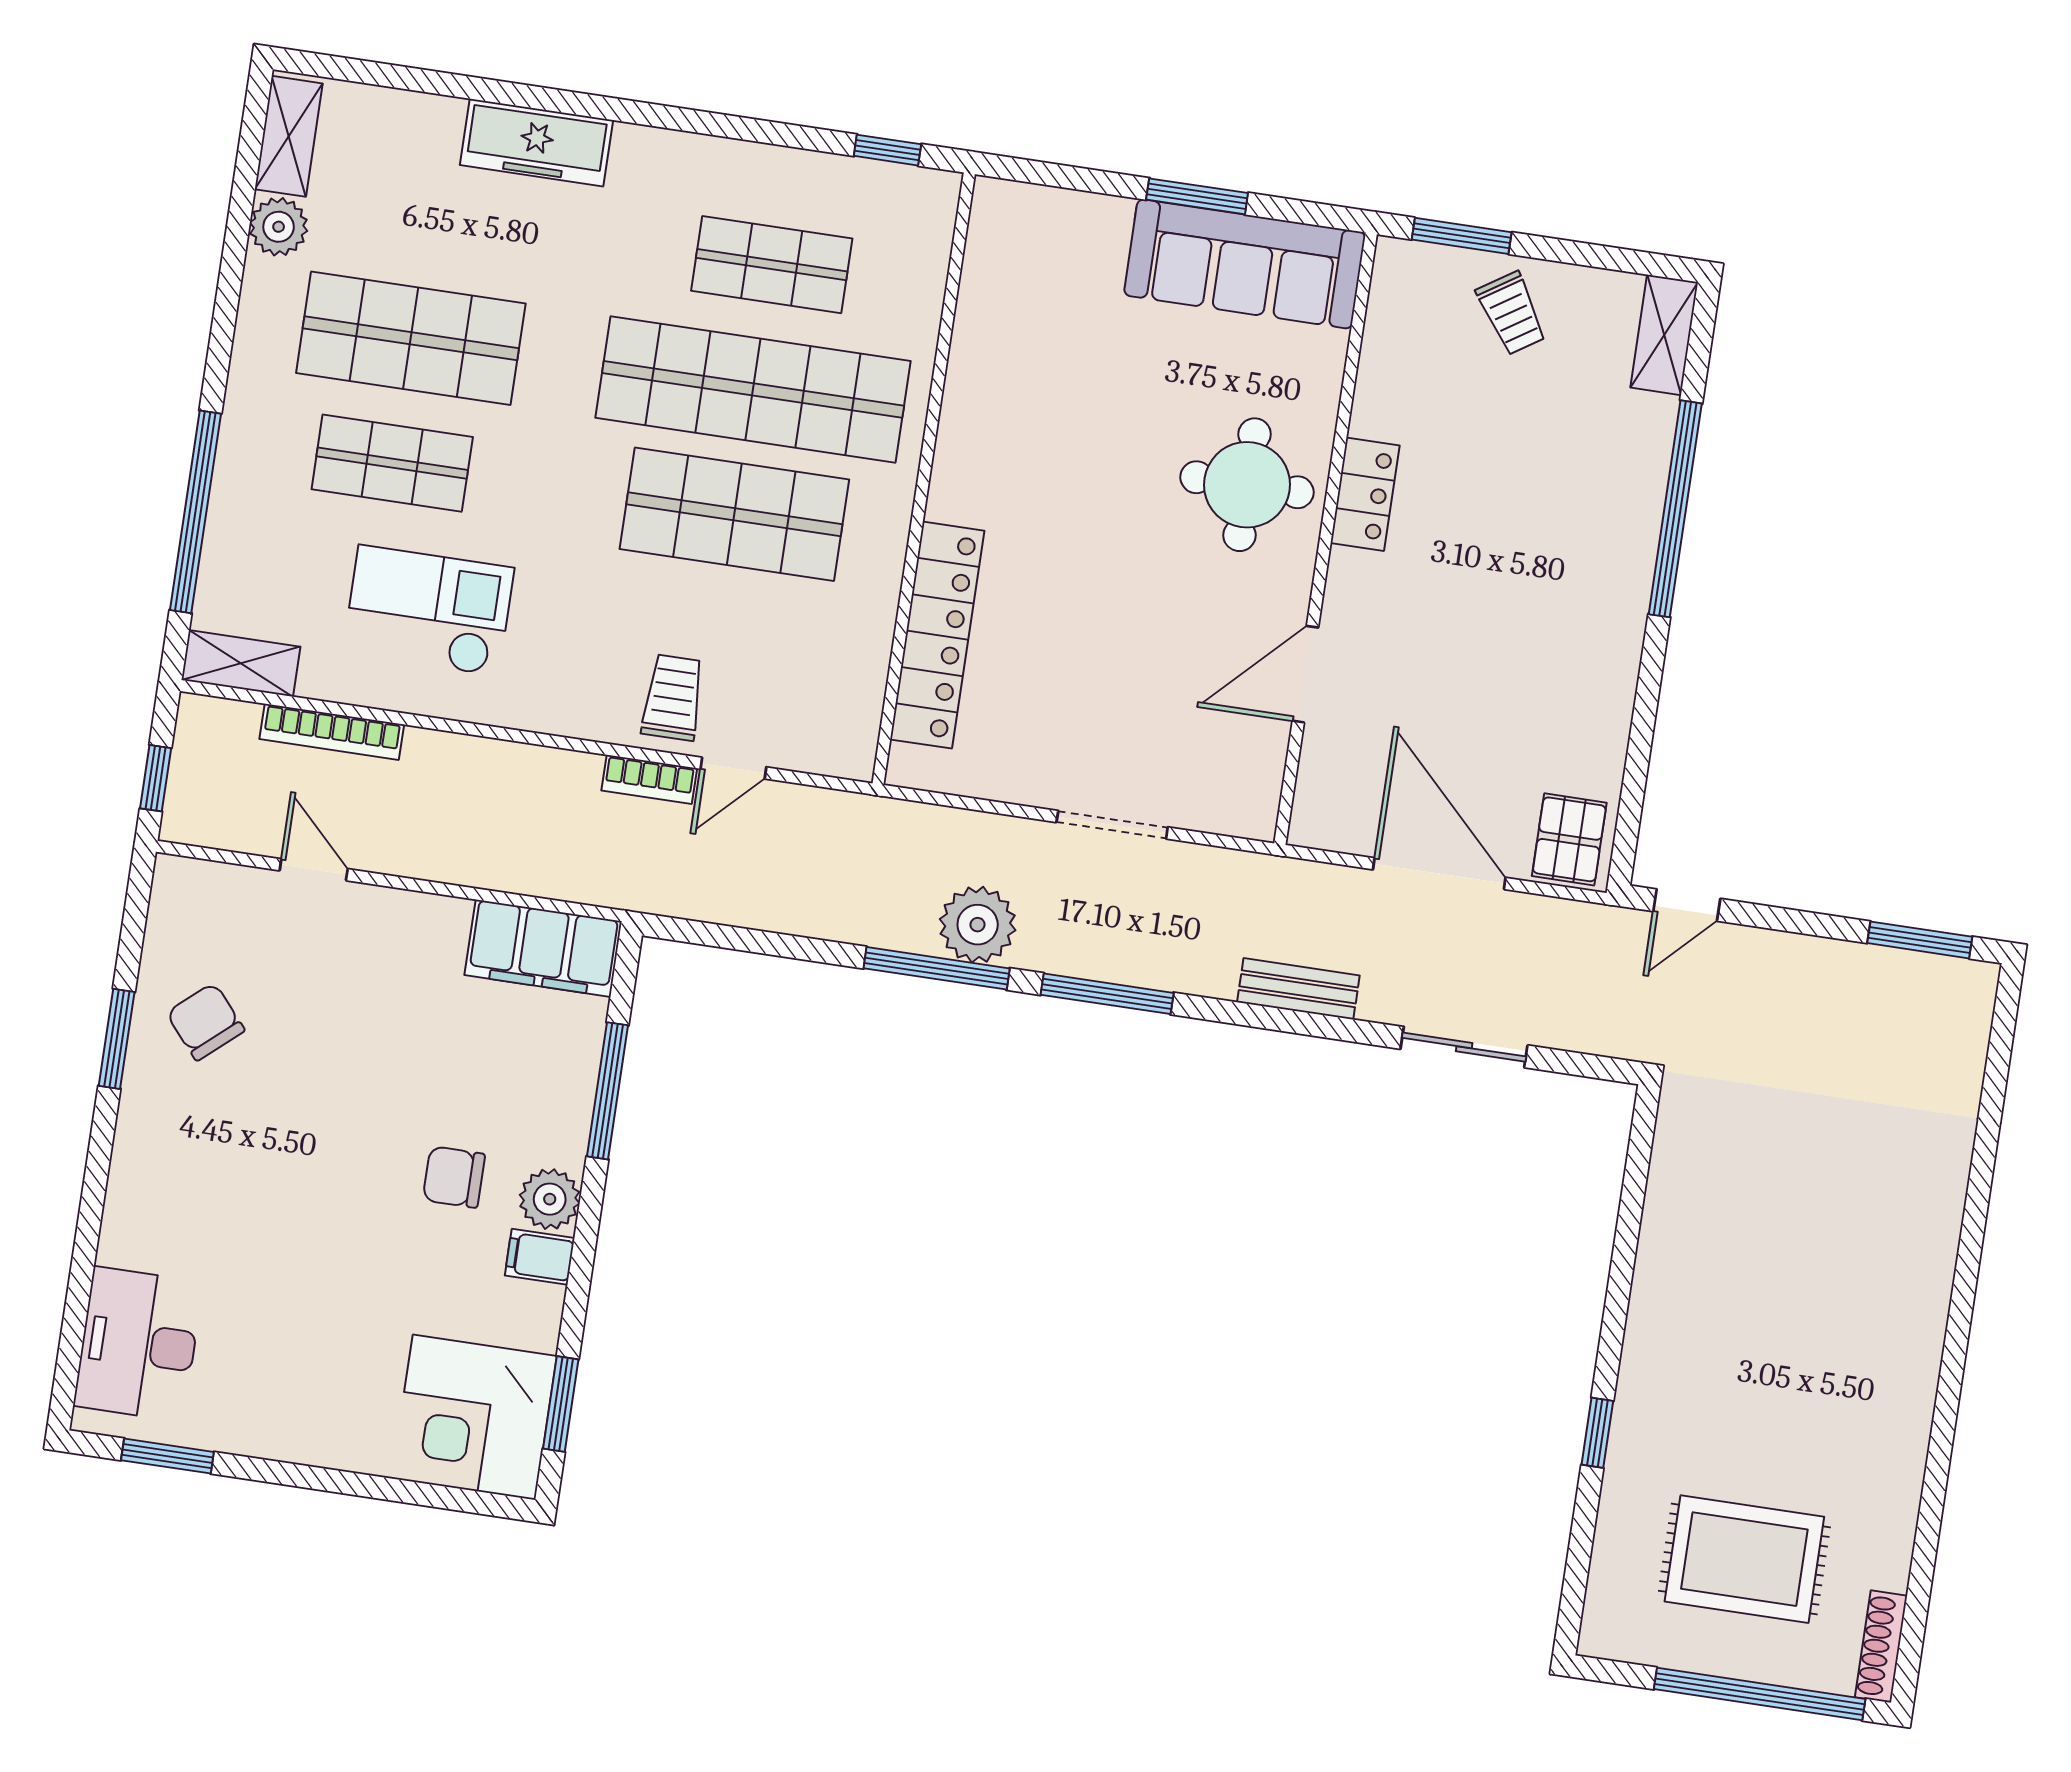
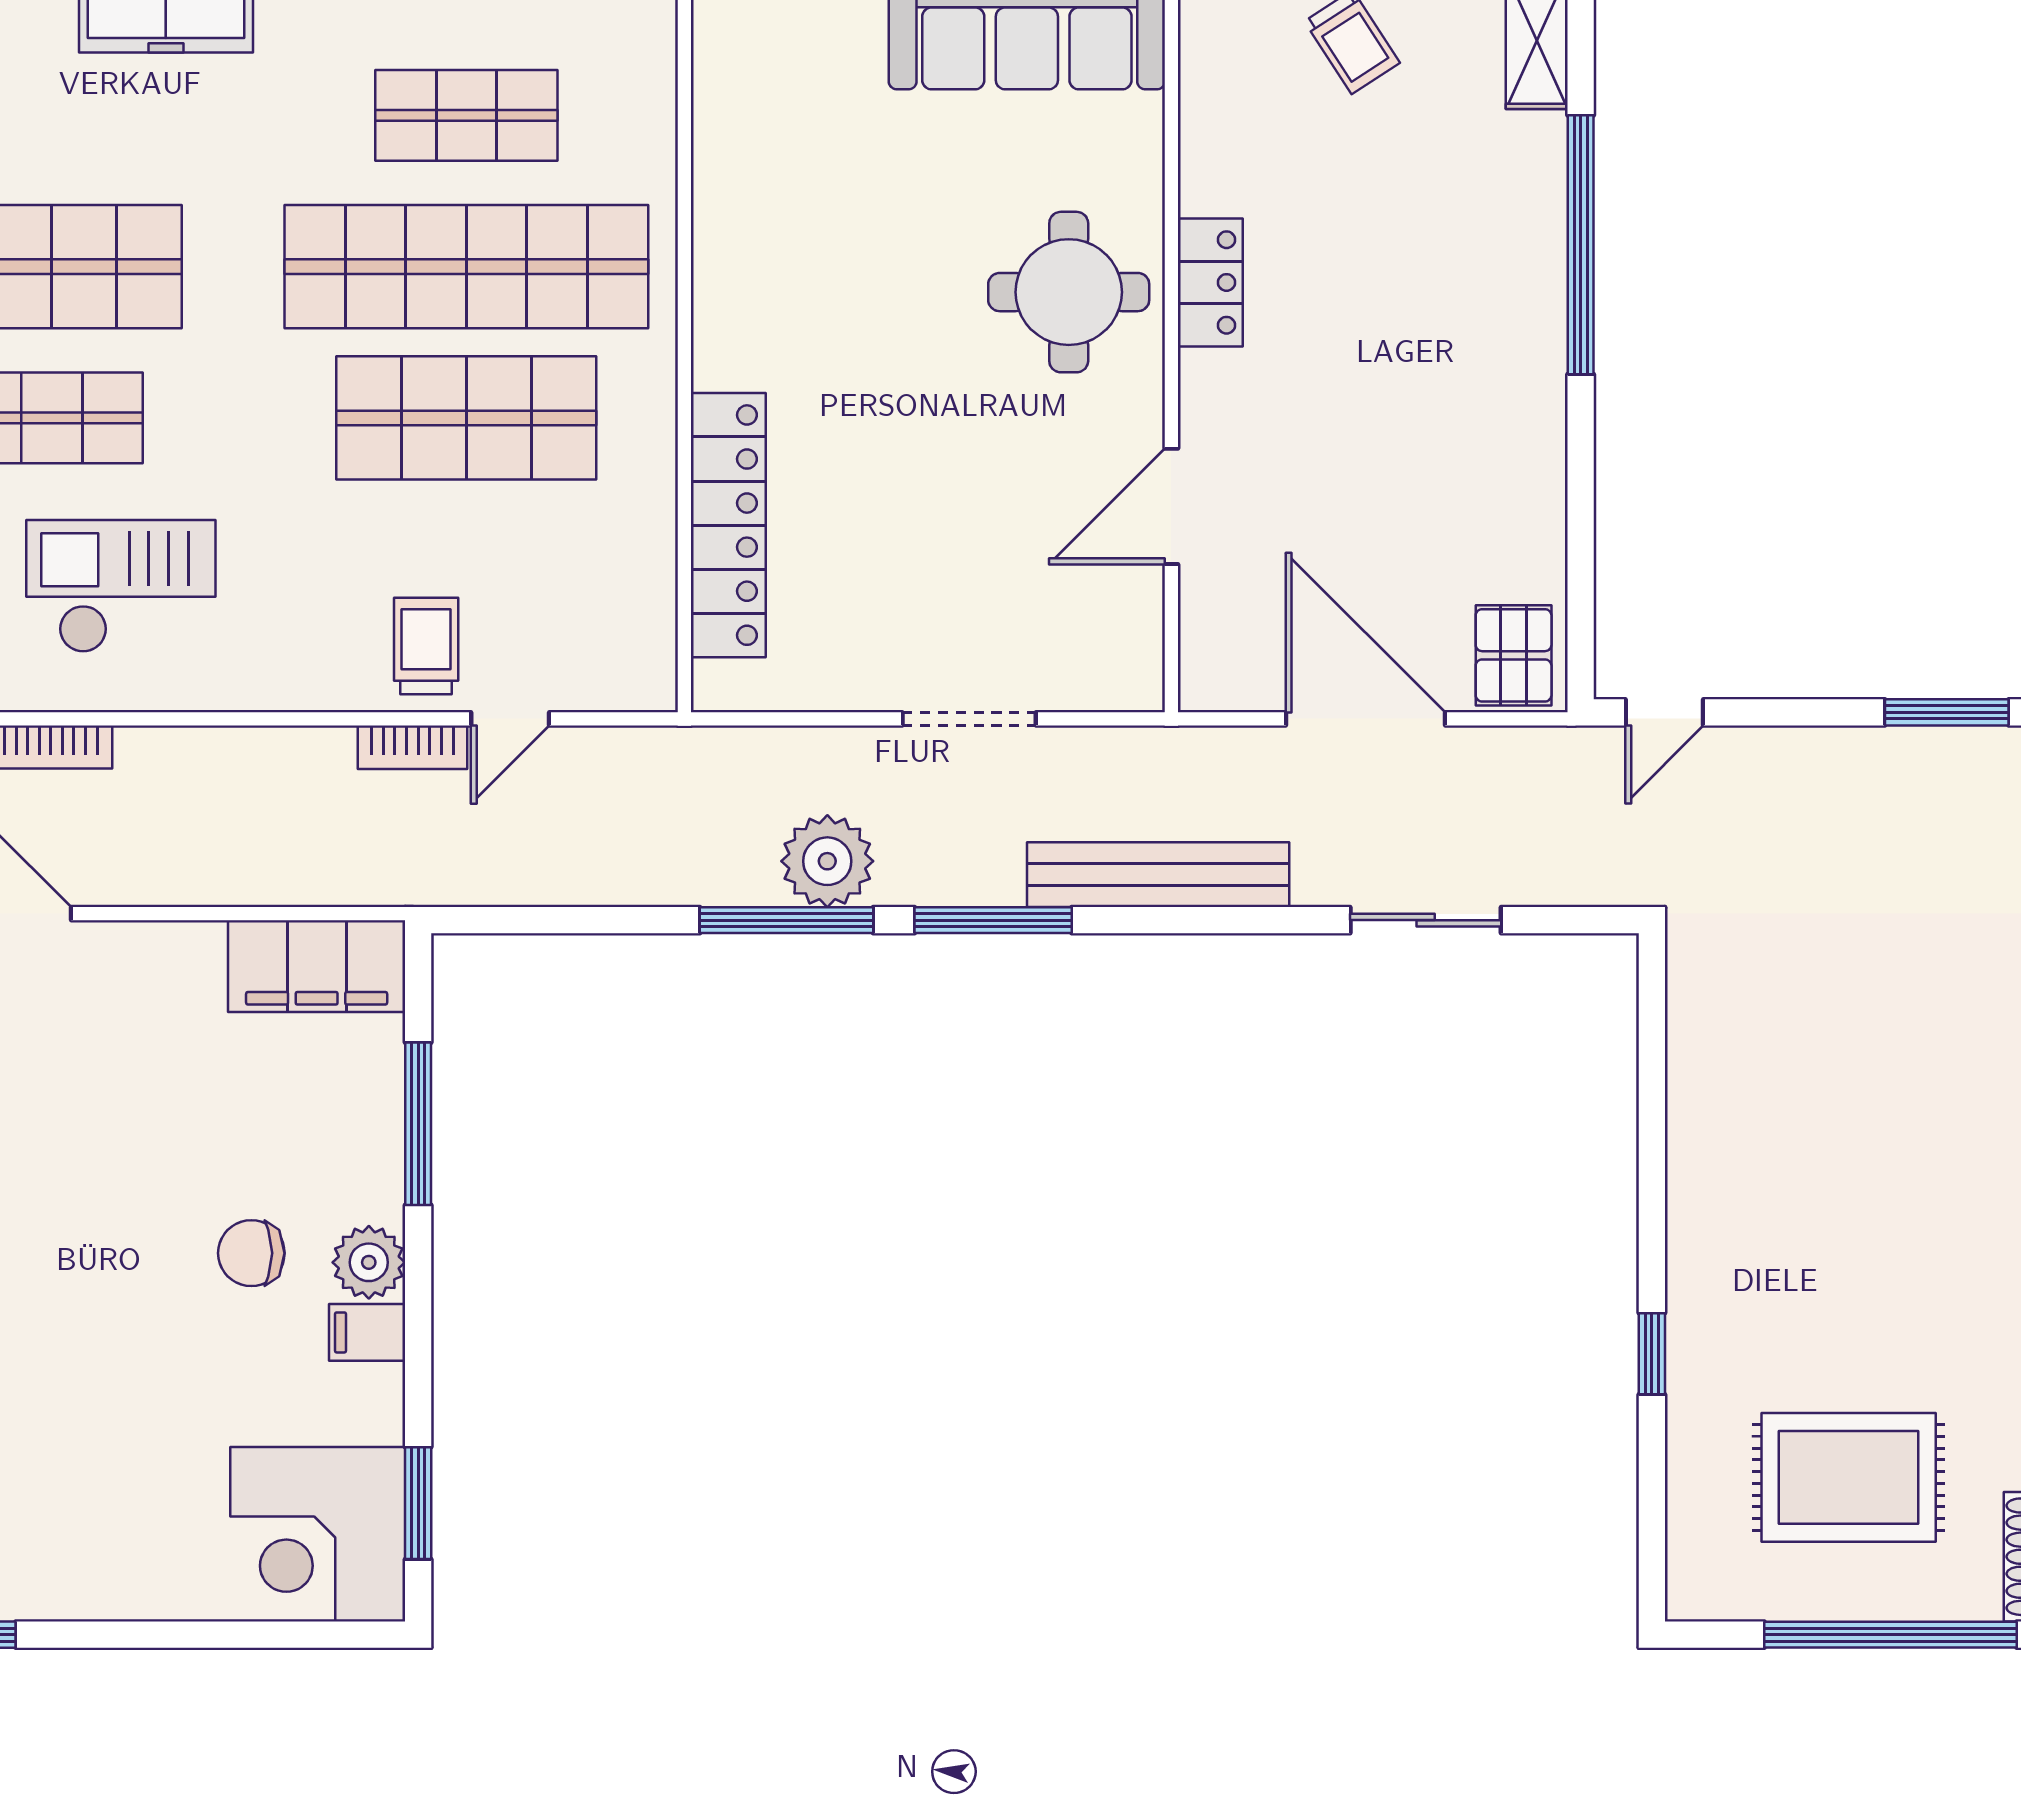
bench: (1298, 989) -> (1158, 875), width x1.86, depth x1.21

